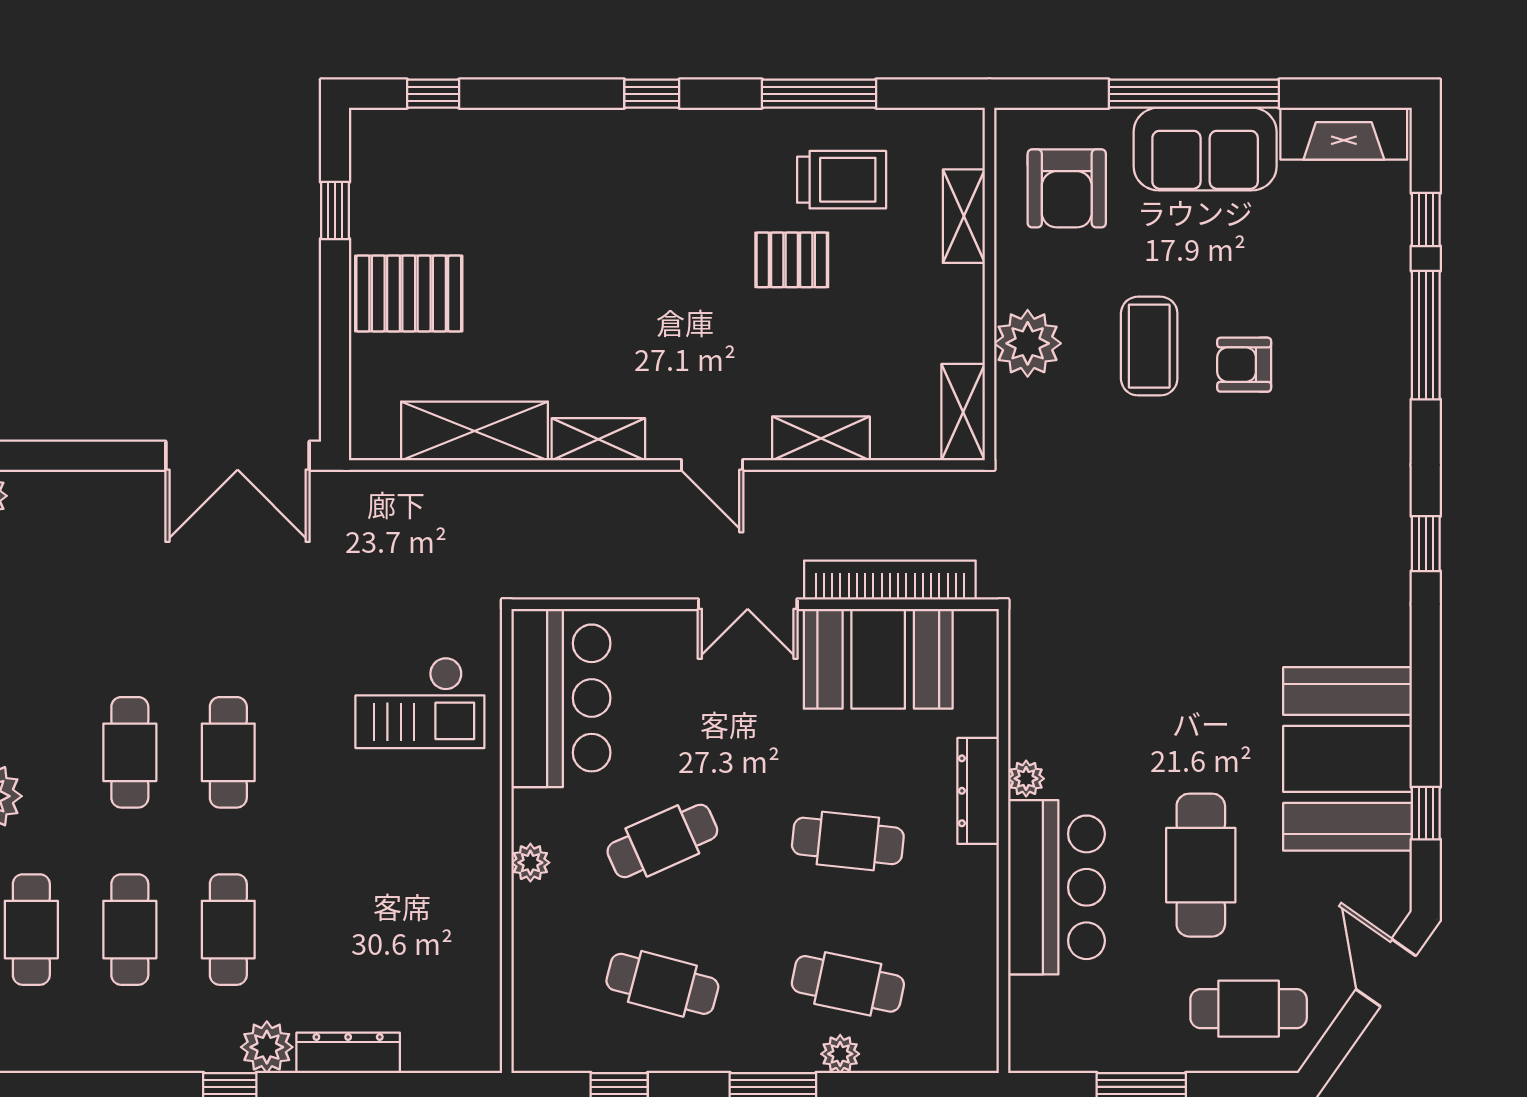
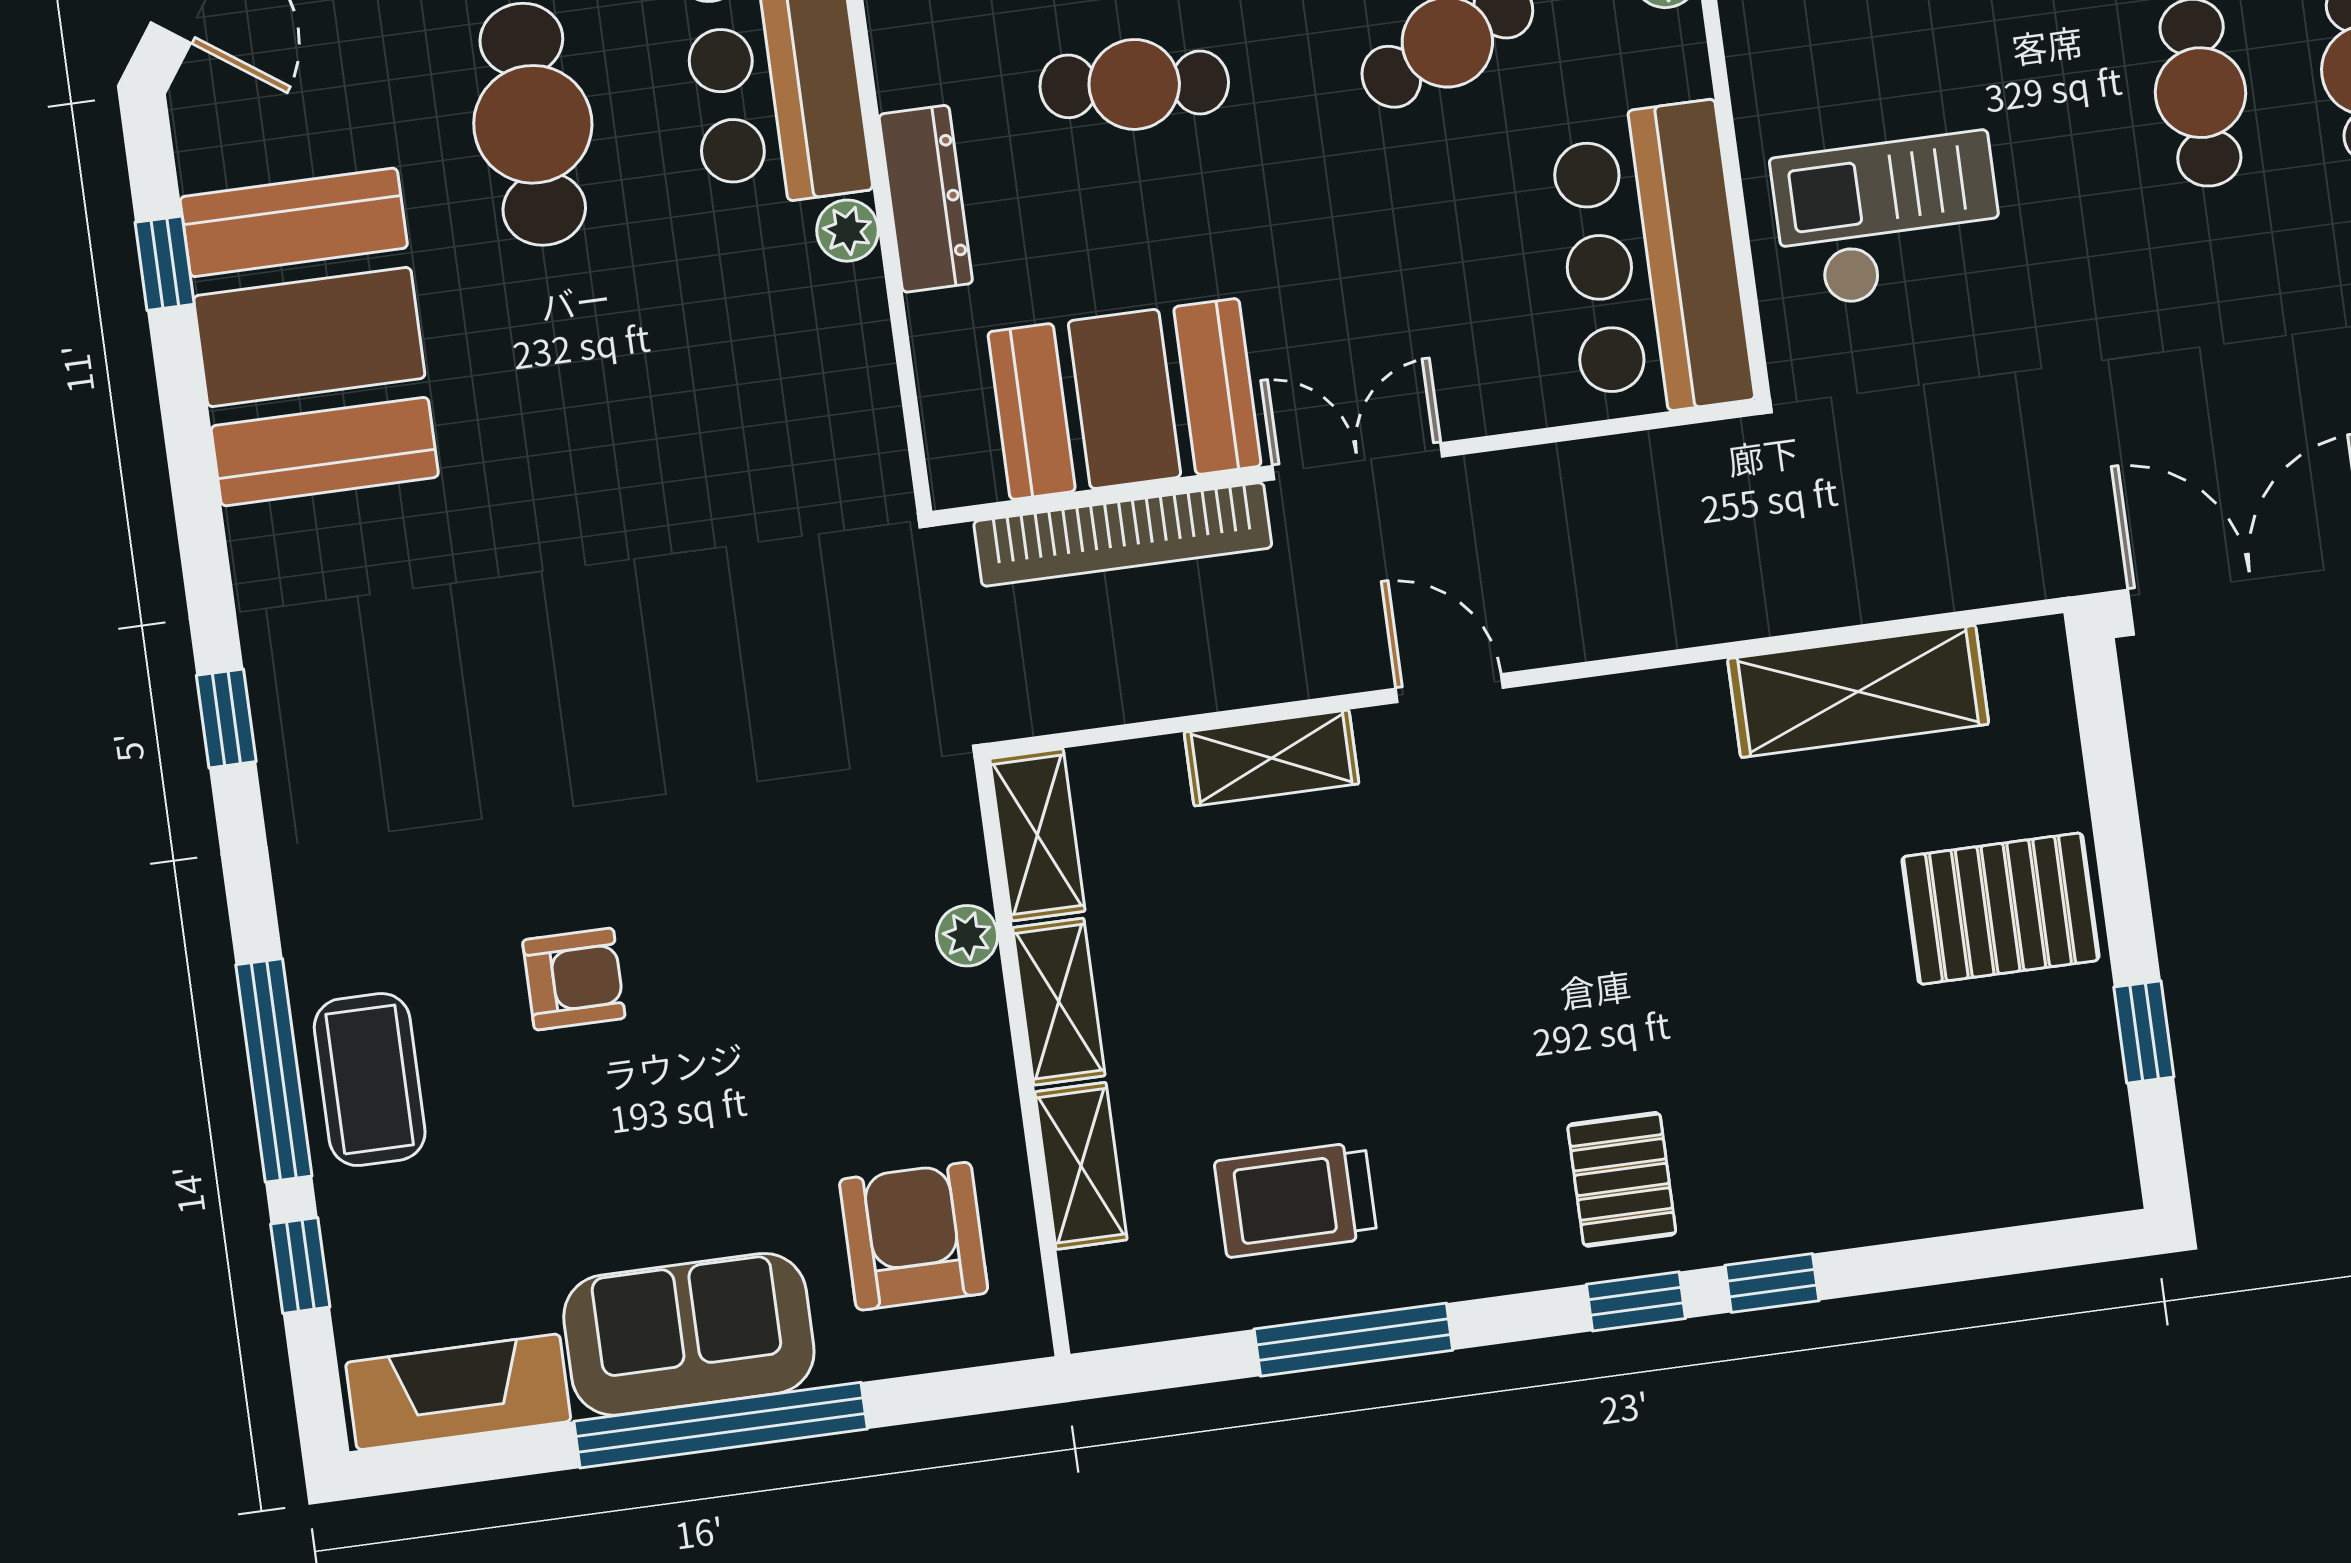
window: (433, 94) -> (1772, 1283), moved
pallet: (792, 260) -> (1622, 1179), moved, turned 90
plant: (1028, 343) -> (967, 936), width x0.53, depth x0.53
coffee table: (1149, 346) -> (370, 1080), moved
shelving: (598, 439) -> (1059, 1002), moved, turned 90

